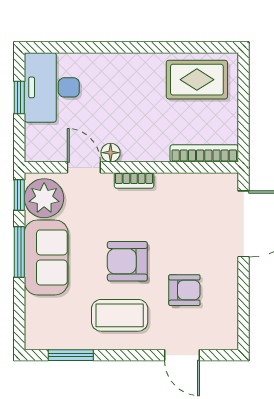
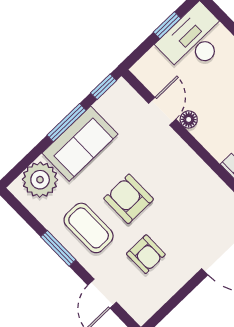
bookcase: (134, 180) -> (185, 152), removed
plant: (44, 198) -> (40, 180), moved
window: (71, 355) -> (58, 248), moved

